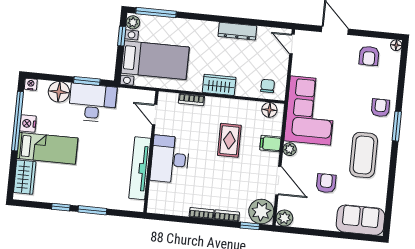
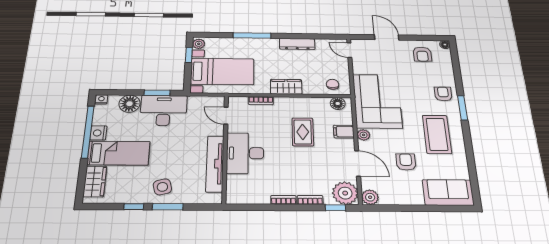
window: (156, 13) -> (252, 35), moved
side table: (88, 189) -> (162, 187), added

